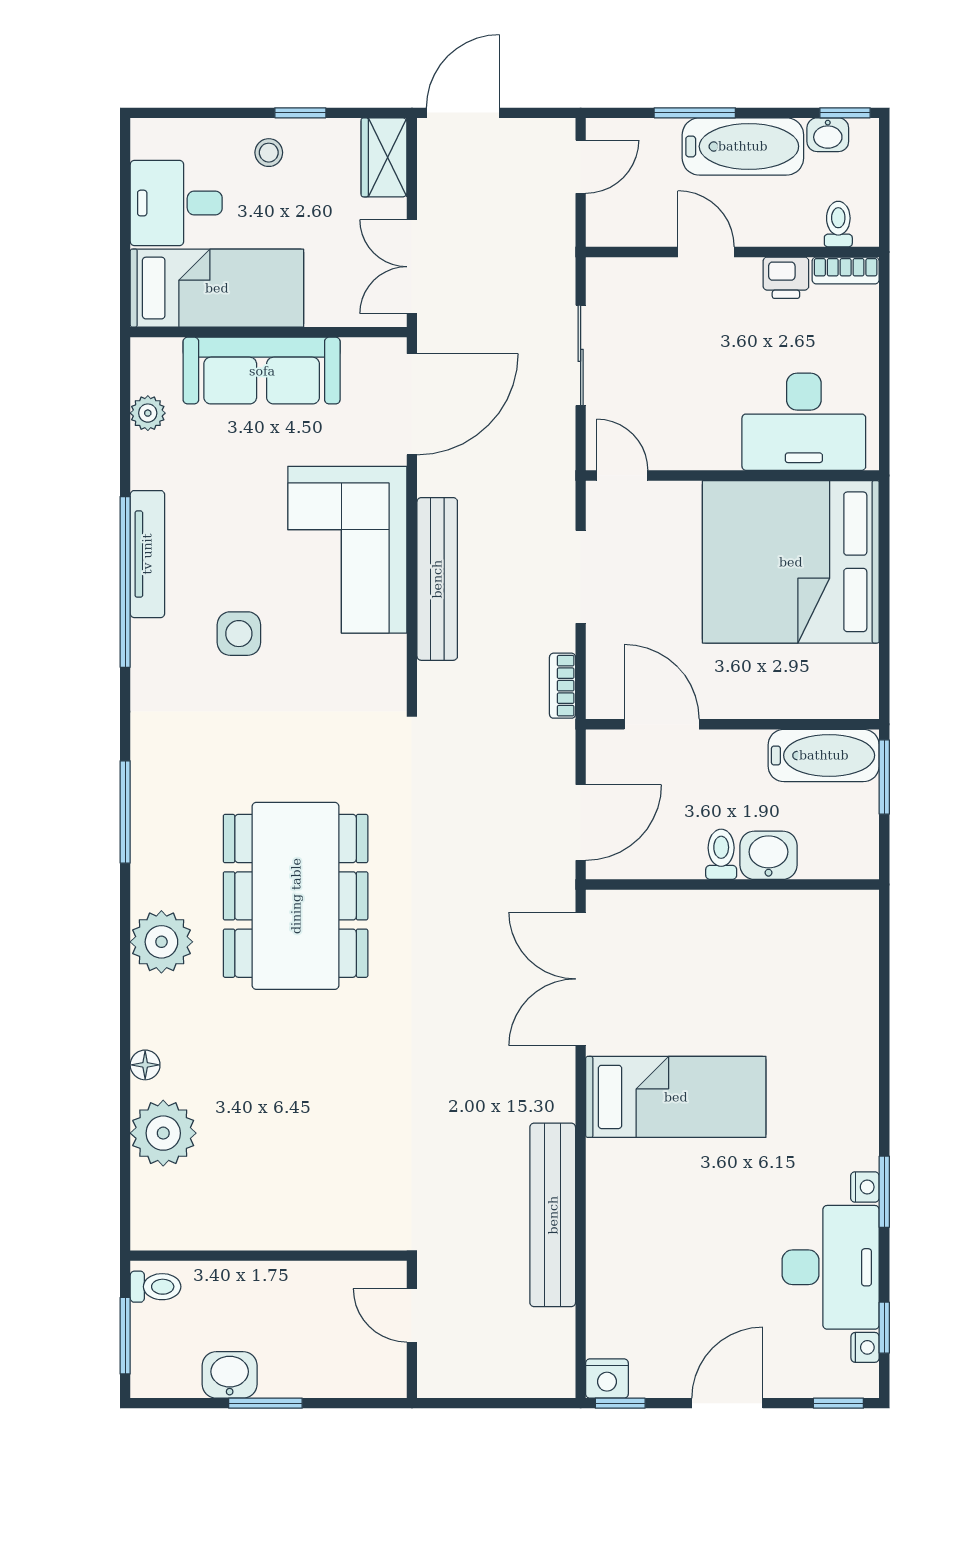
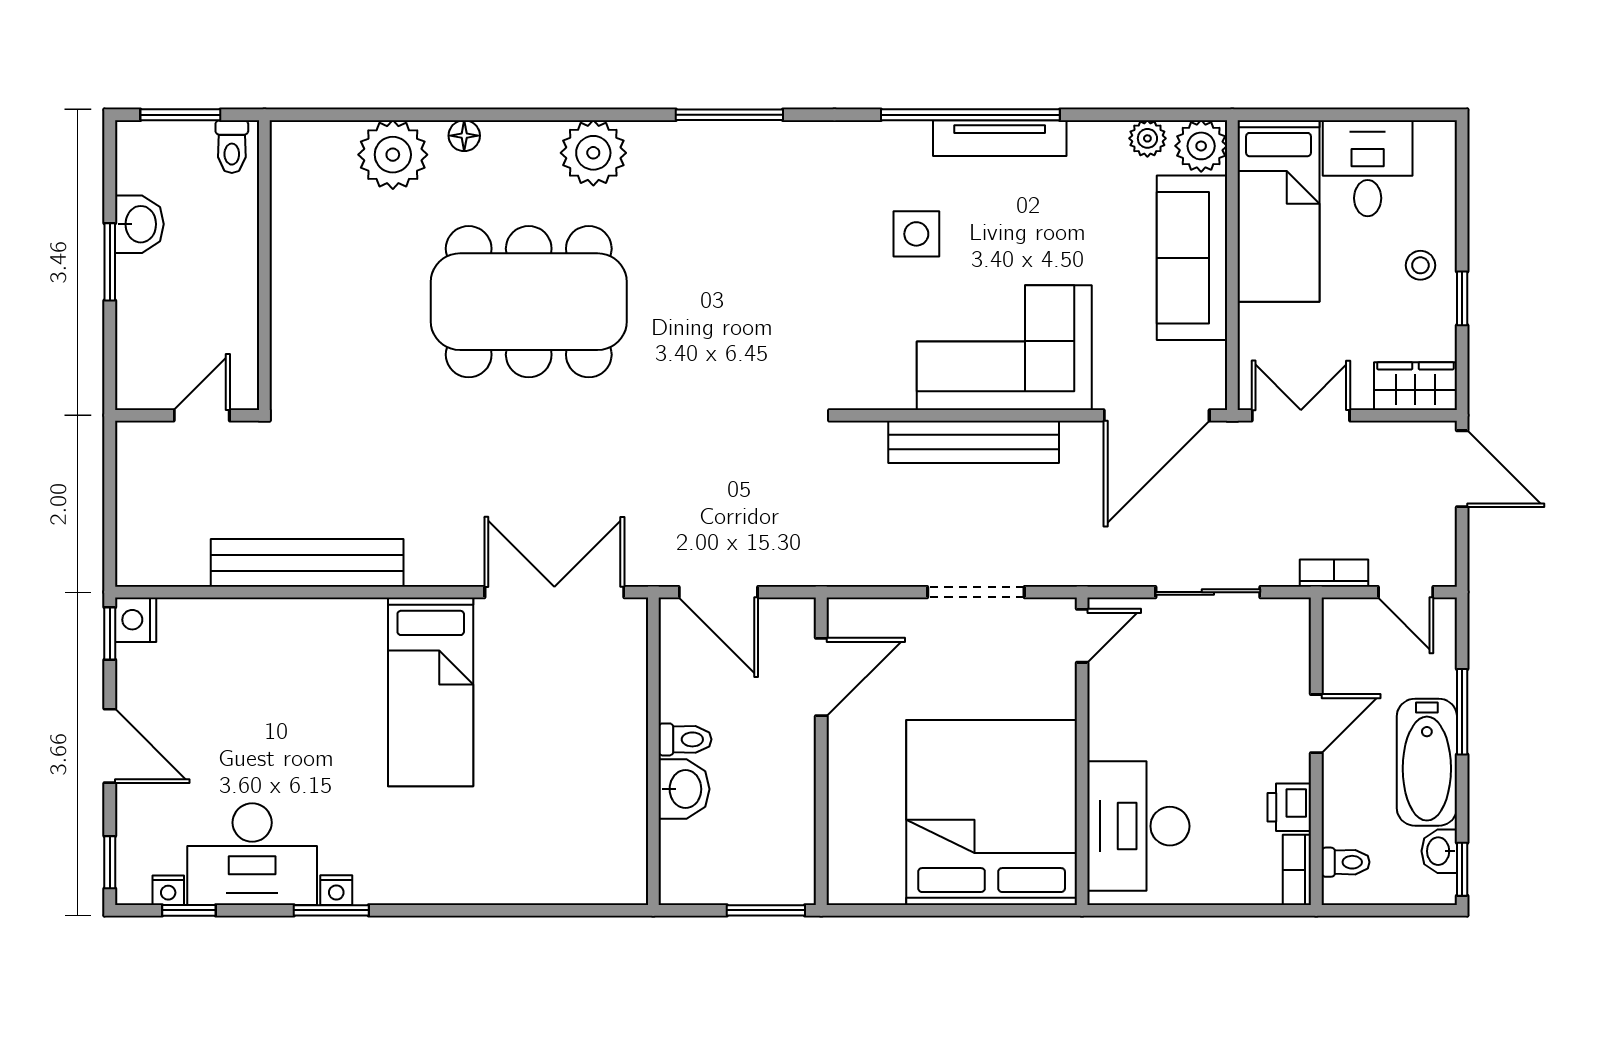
plant: (155, 362) -> (1201, 146), added
door: (412, 404) -> (1157, 415), hinge flipped
bookcase: (563, 686) -> (1334, 573), moved
bathtub: (824, 755) -> (789, 847), removed
dining table: (296, 896) -> (529, 302), moved

